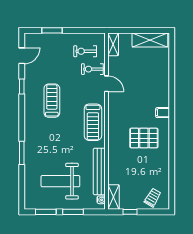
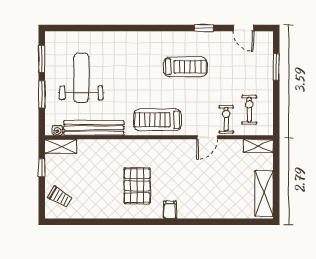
window: (22, 153) -> (118, 28), removed

